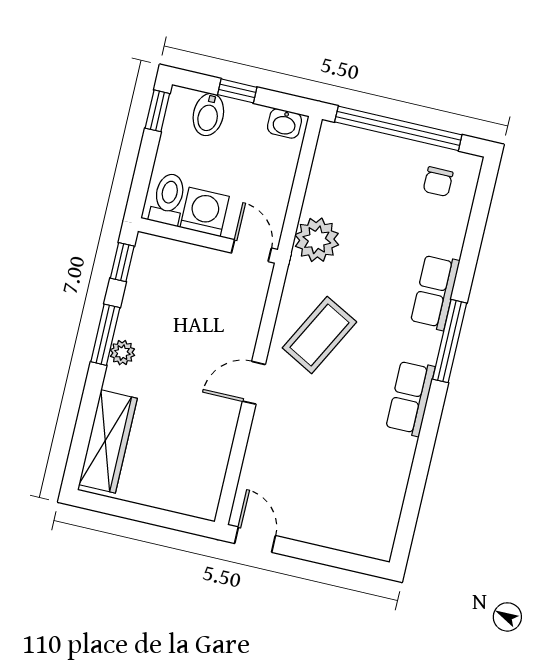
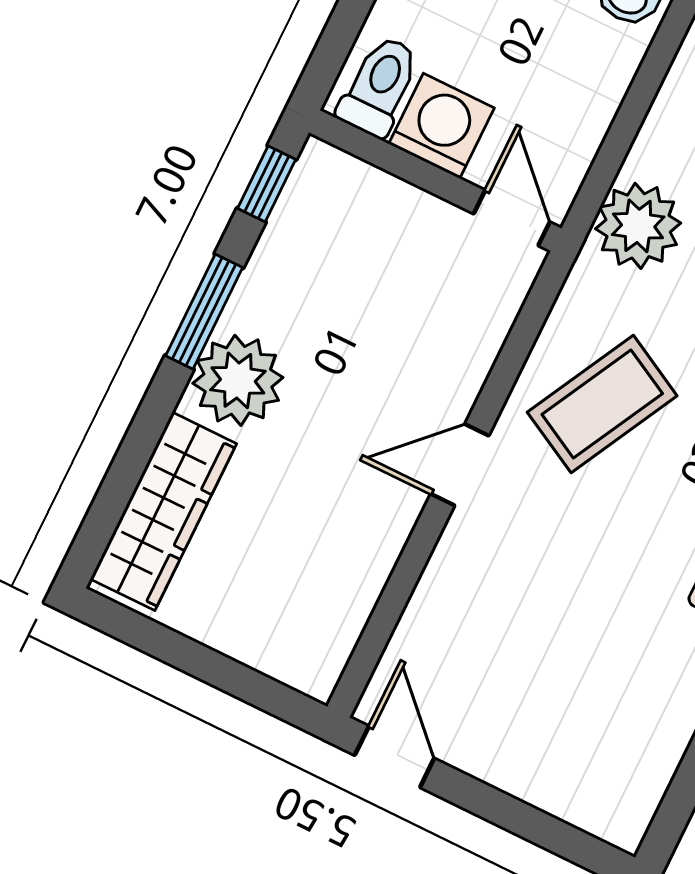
plant: (122, 353) -> (238, 380), width x1.88, depth x1.88

